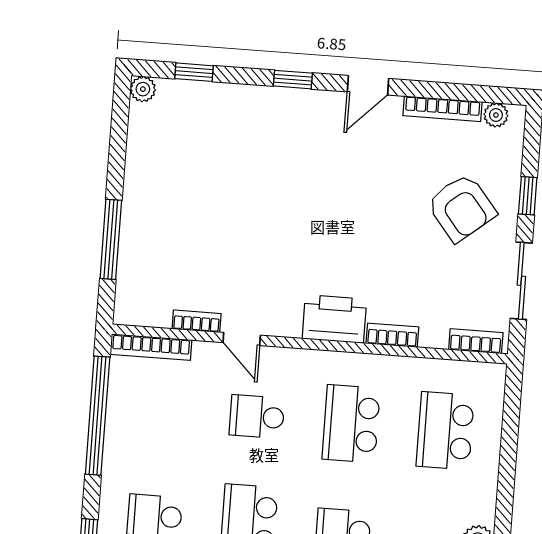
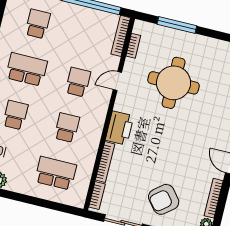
round table: (227, 227) -> (174, 83), added
bookcase: (197, 321) -> (133, 46), moved
bookcase: (392, 335) -> (105, 162), width x1.56
school desk: (351, 424) -> (67, 128), width x0.54

